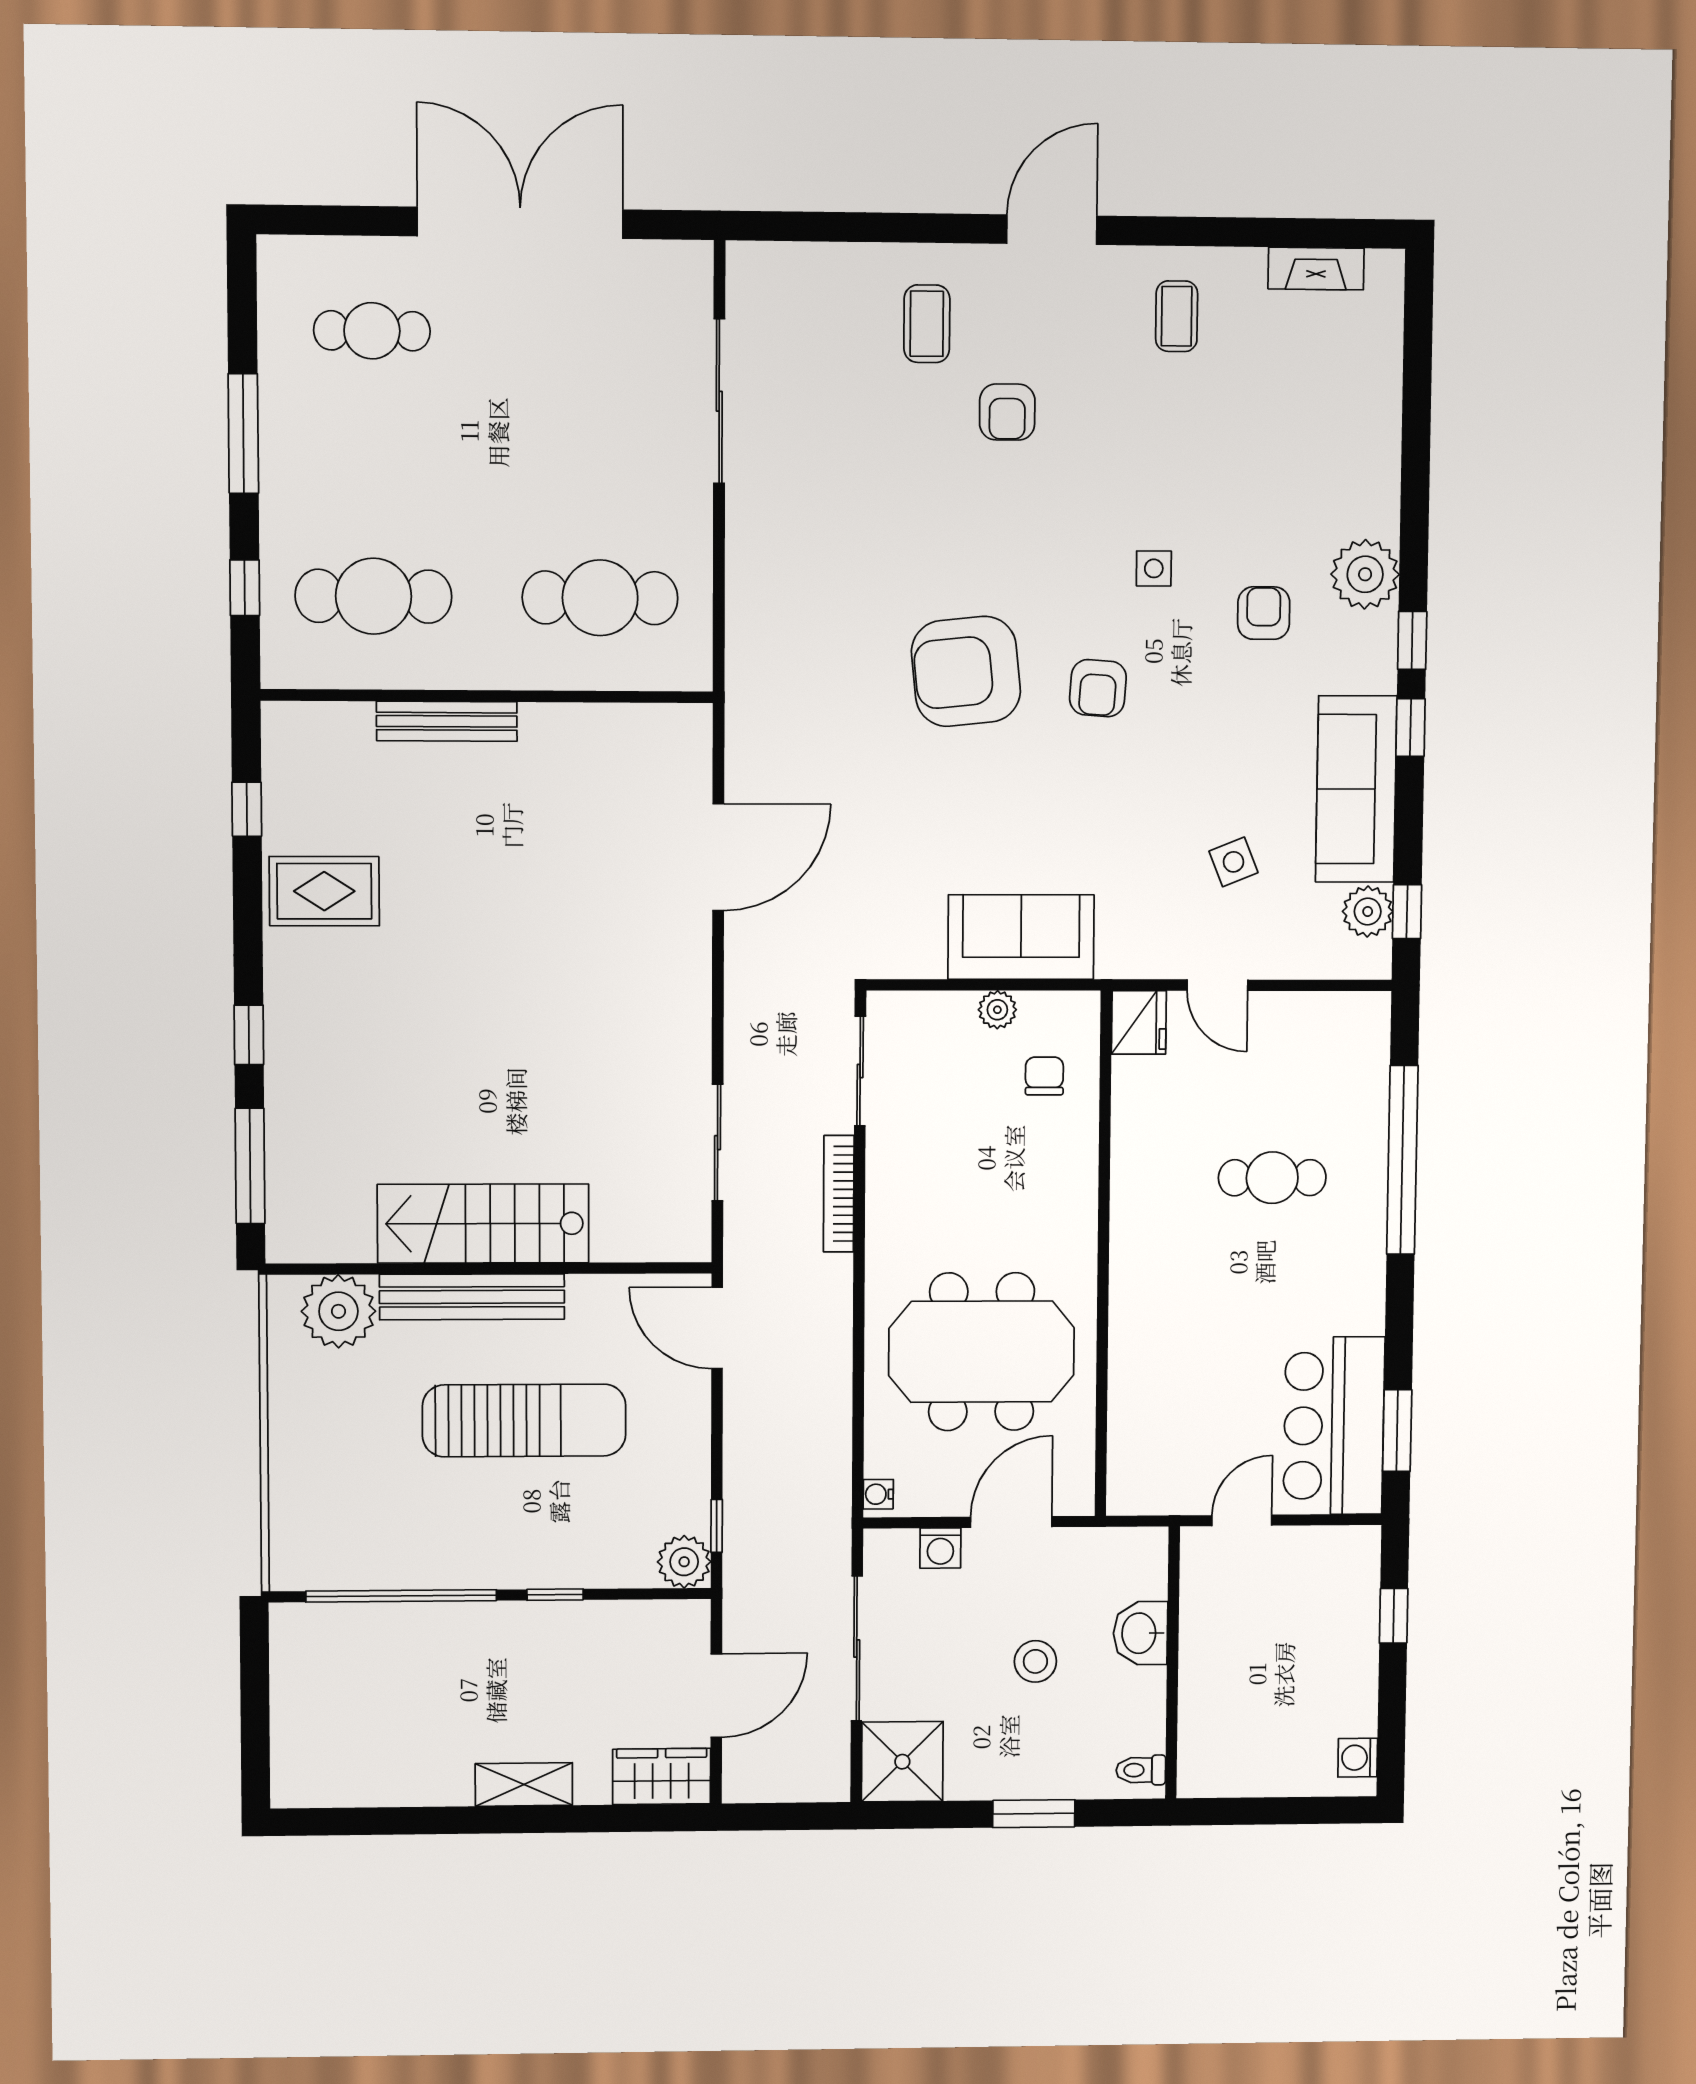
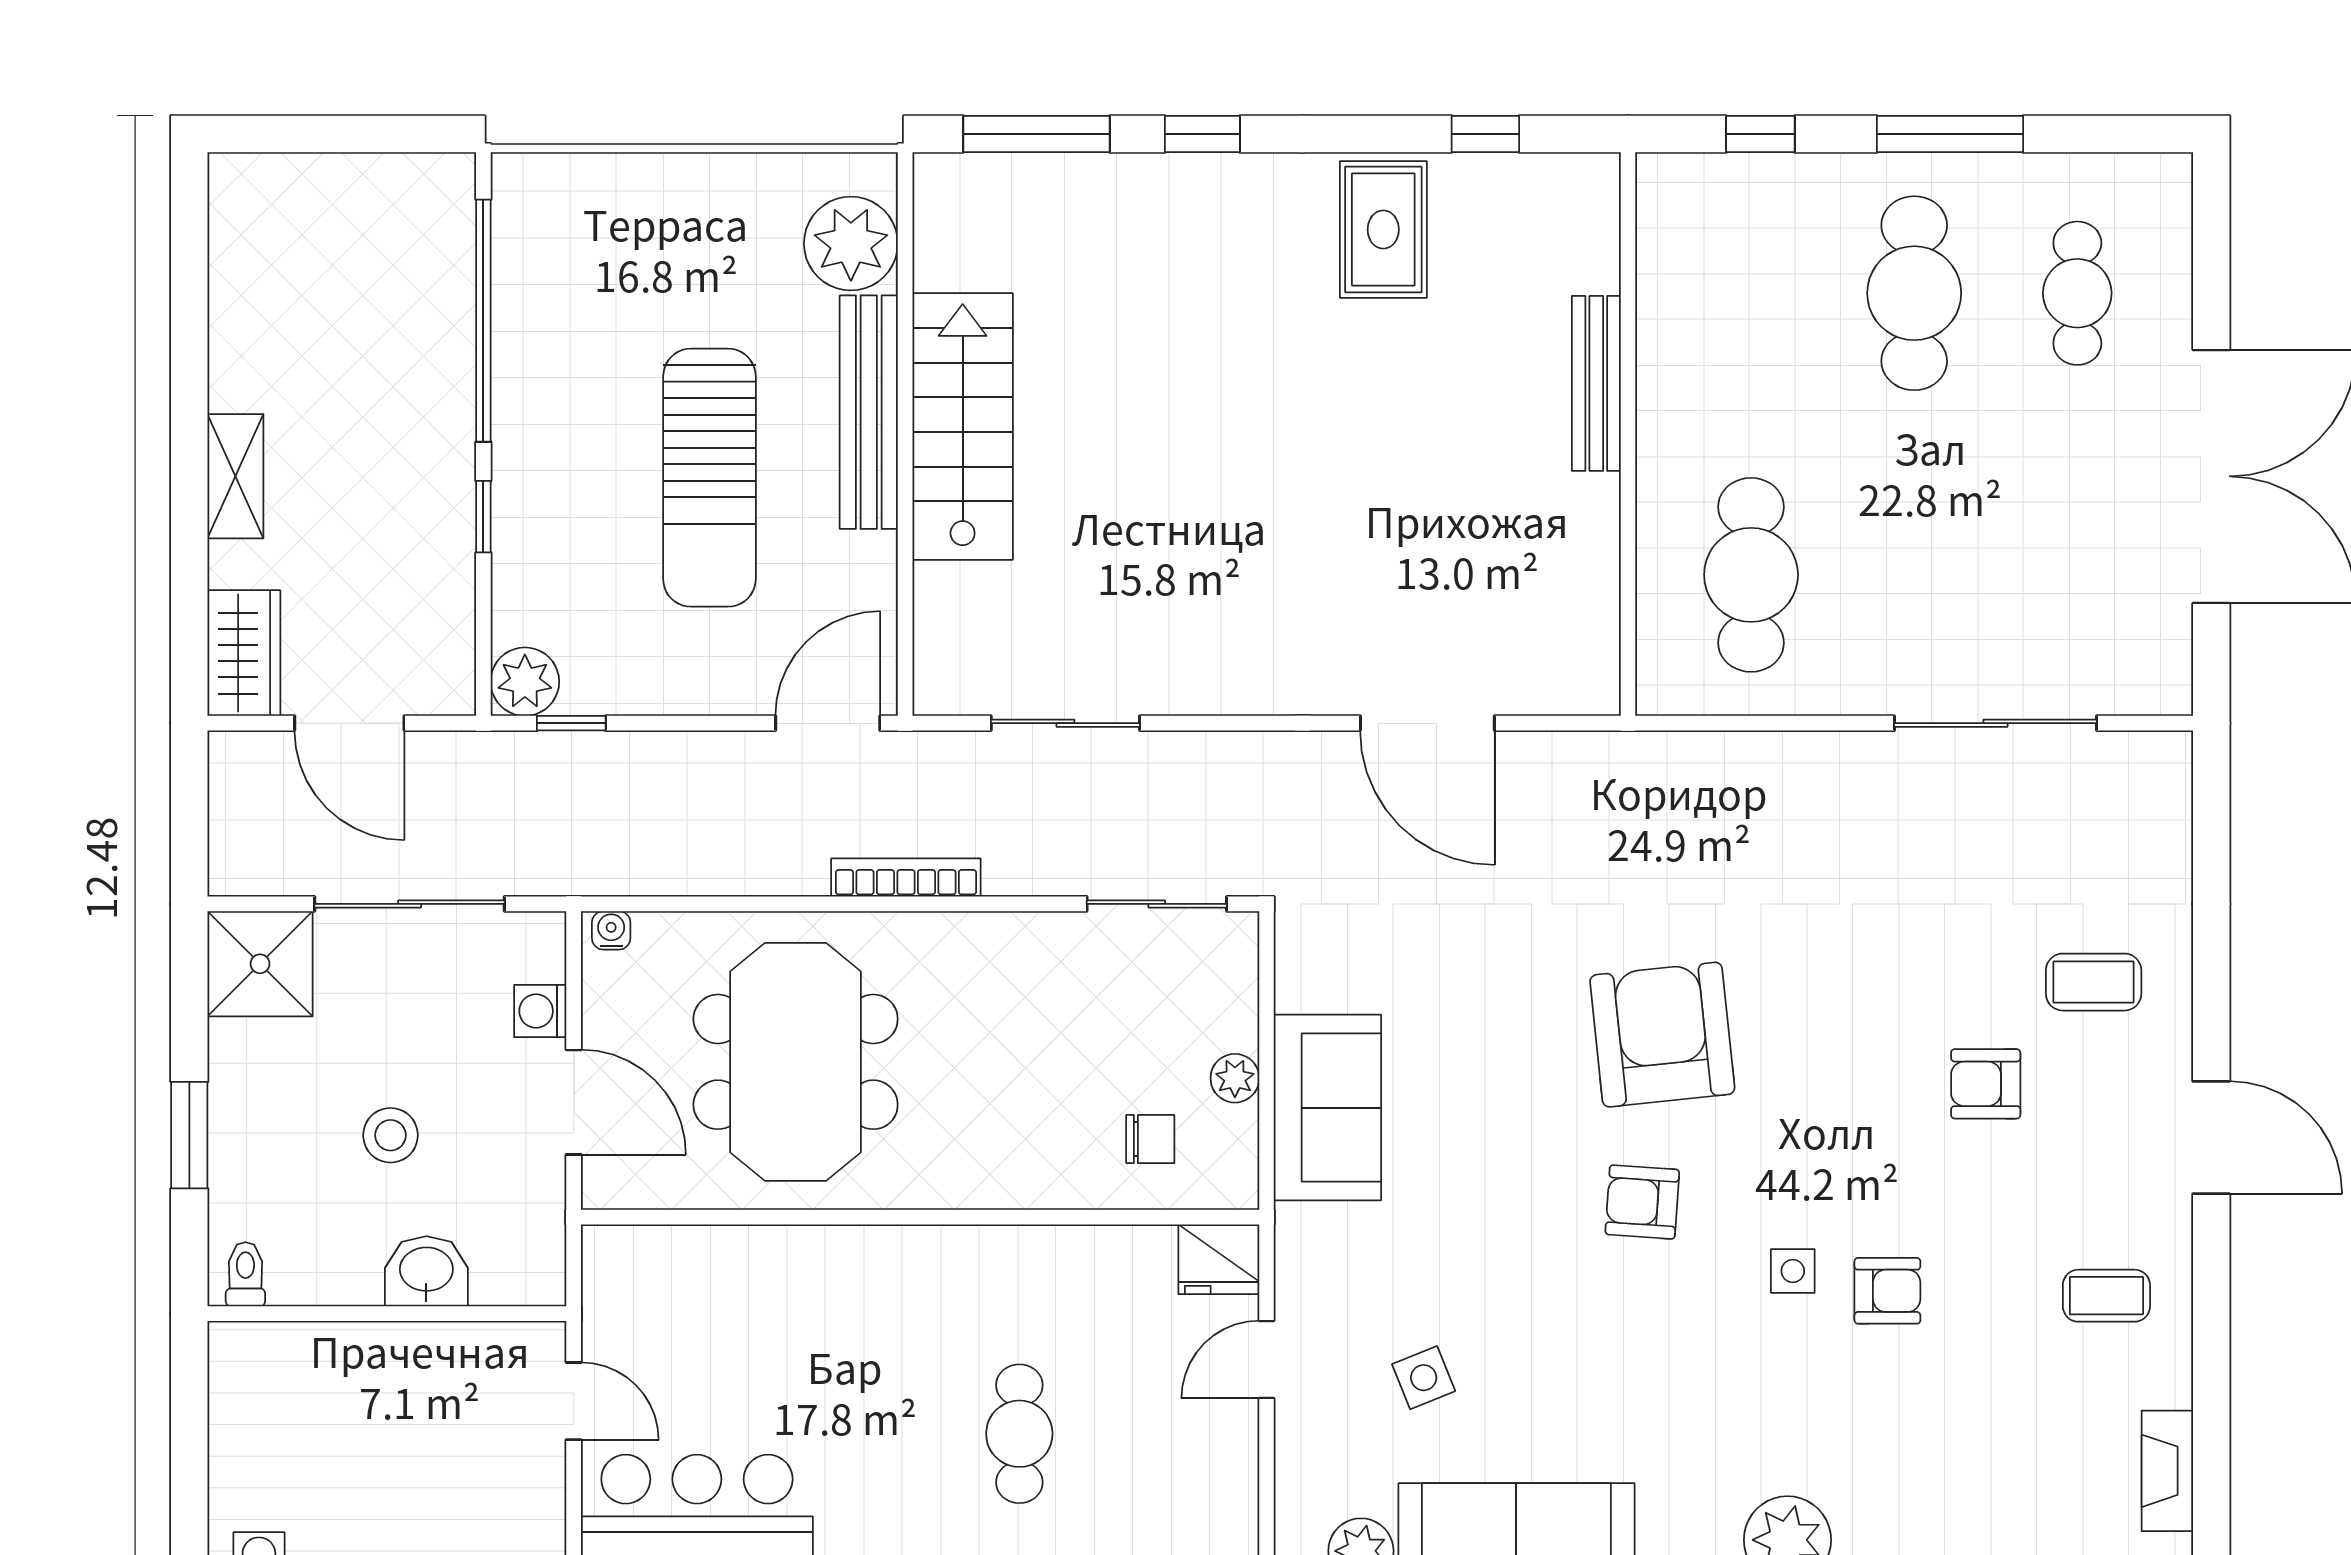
cafe table: (374, 596) -> (1914, 293), moved
armchair: (1264, 613) -> (1887, 1291), moved
bookcase: (839, 1194) -> (906, 878), moved

